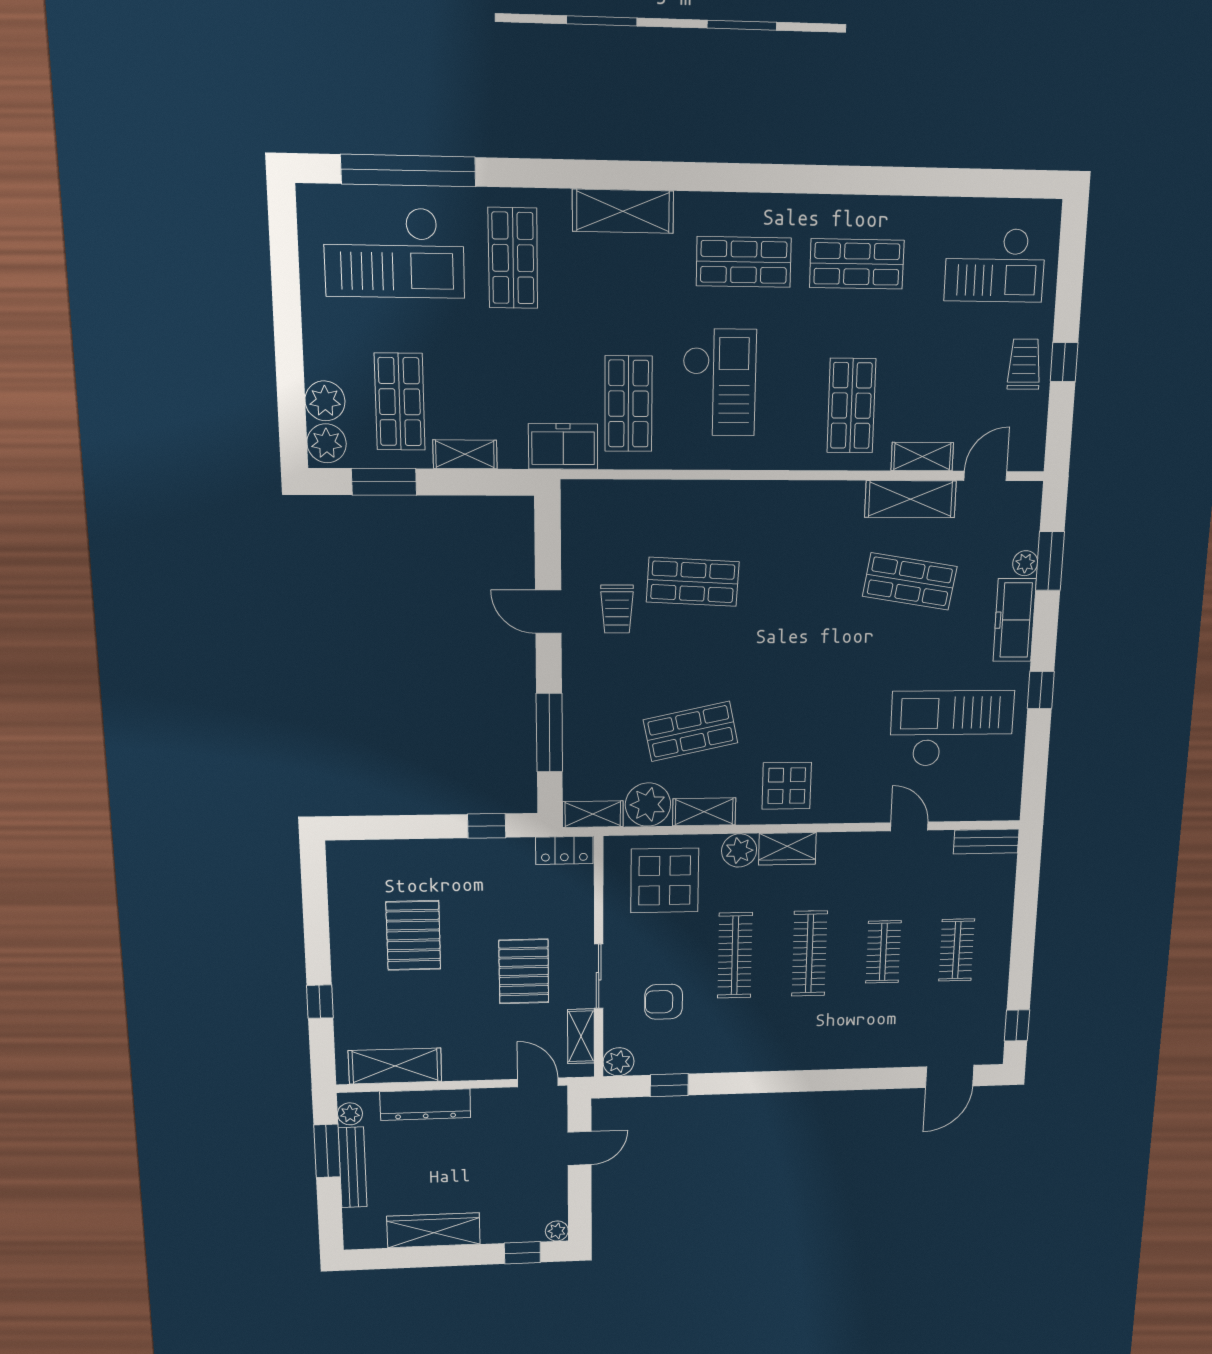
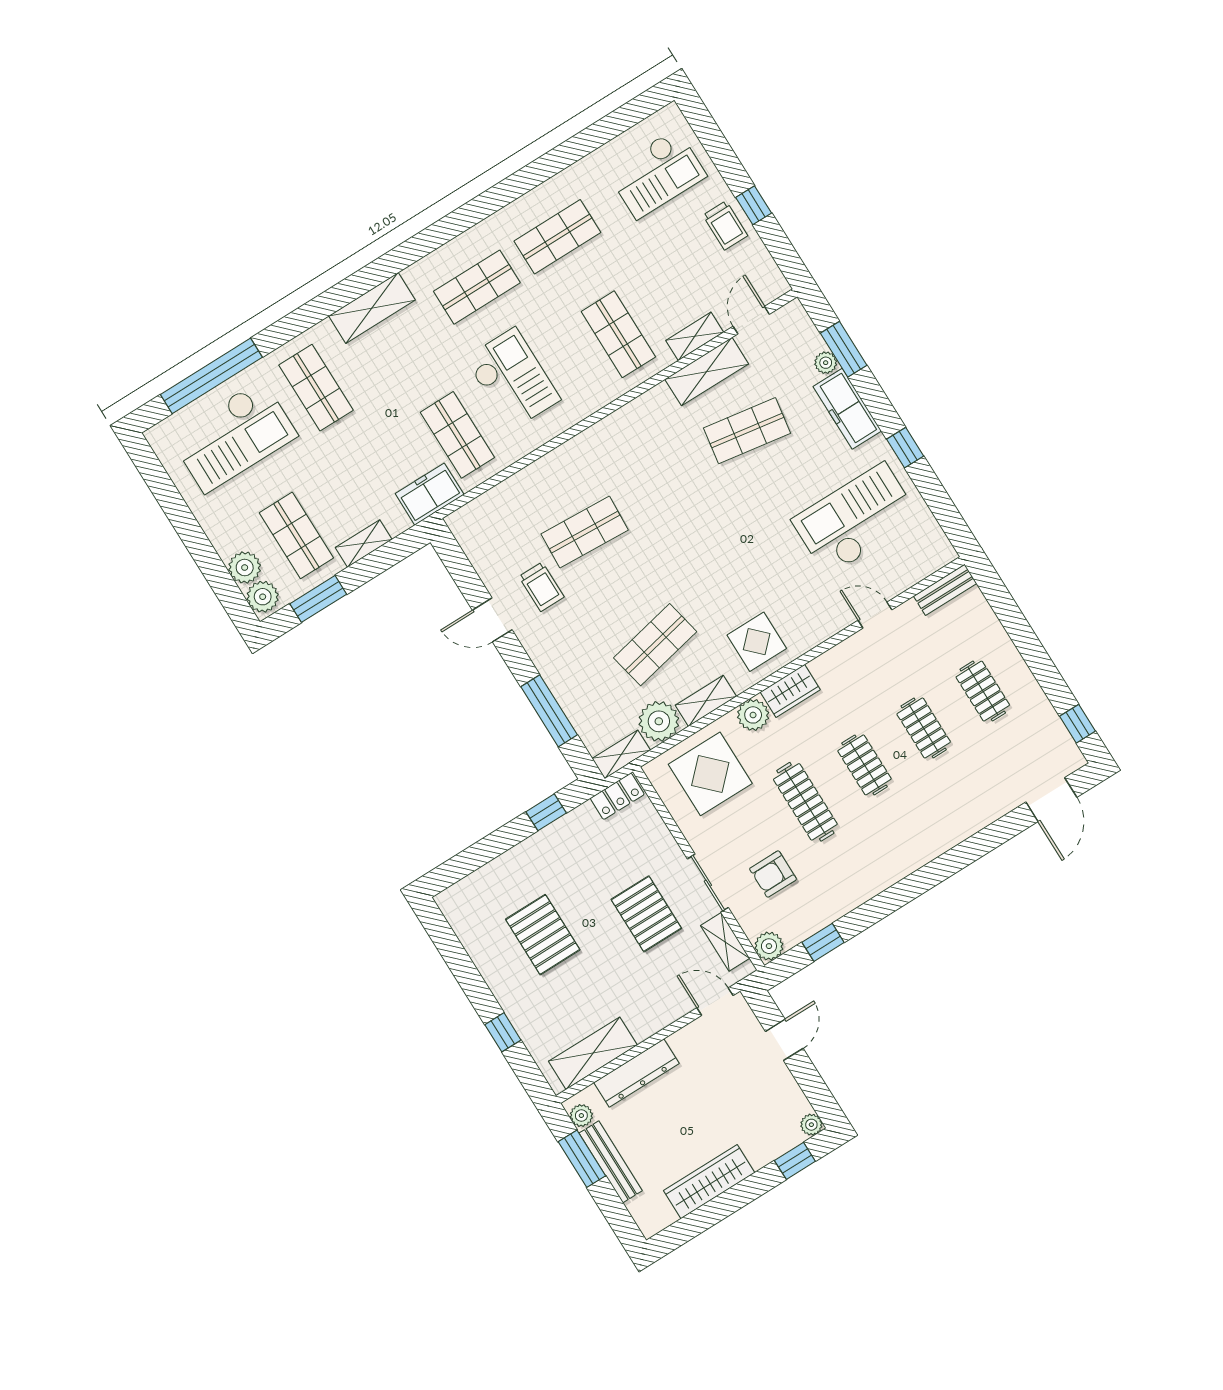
trolley: (1024, 364) -> (725, 225), turned 180
clothes rail: (809, 954) -> (865, 765), width x0.73

